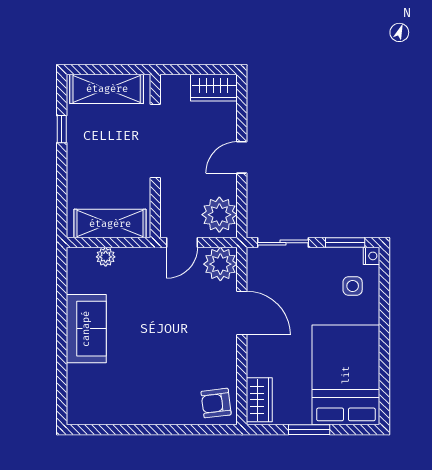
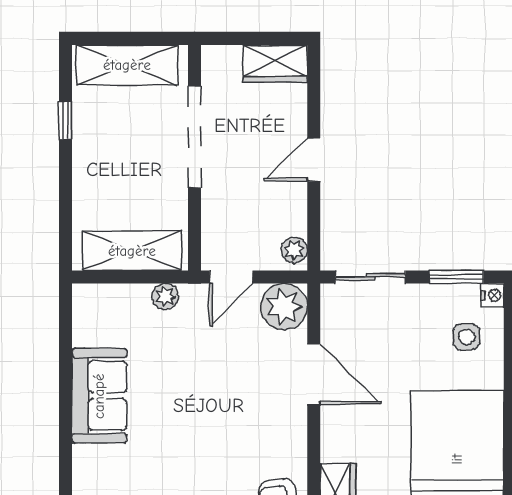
plant: (219, 215) -> (294, 250), width x0.53, depth x0.53
plant: (106, 257) -> (165, 297), moved

